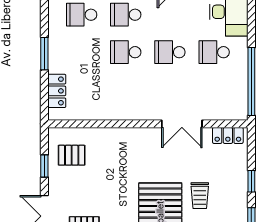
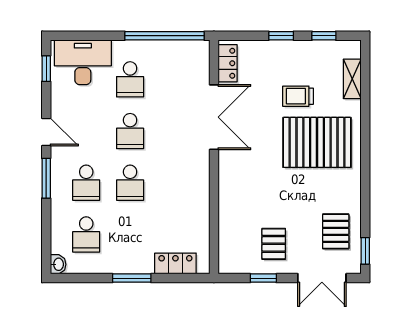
double door: (182, 124) -> (214, 117), width x1.37
pallet: (72, 155) -> (274, 244), moved
trolley: (200, 196) -> (298, 96), turned 180

